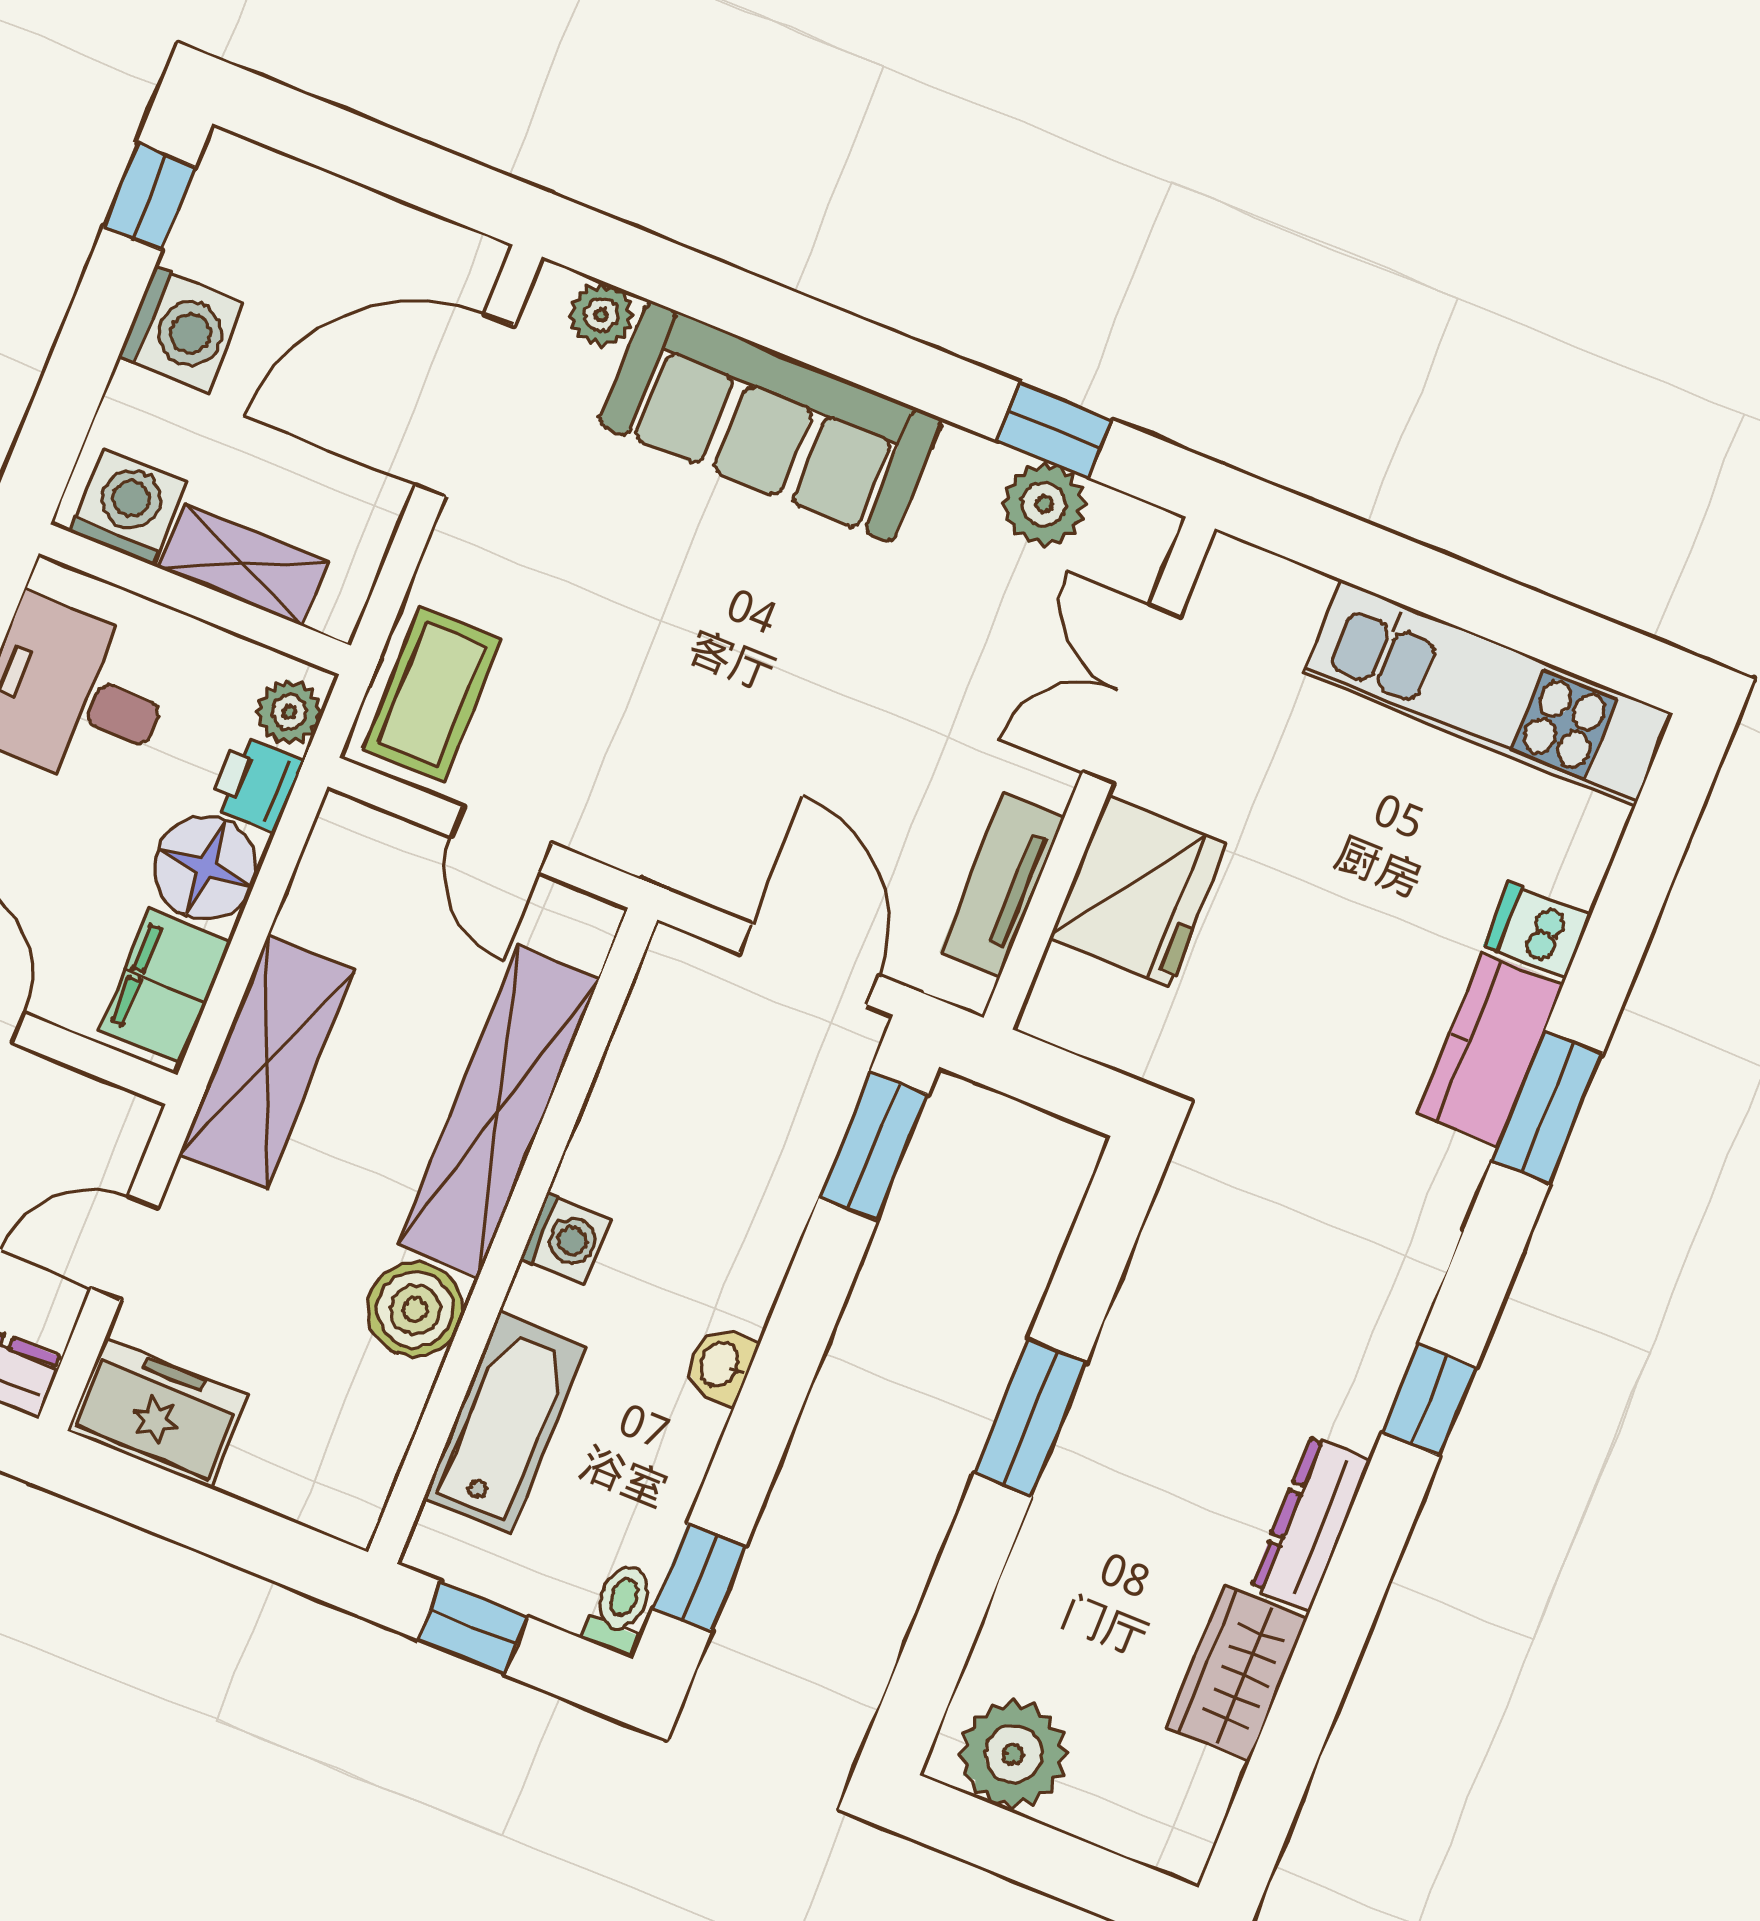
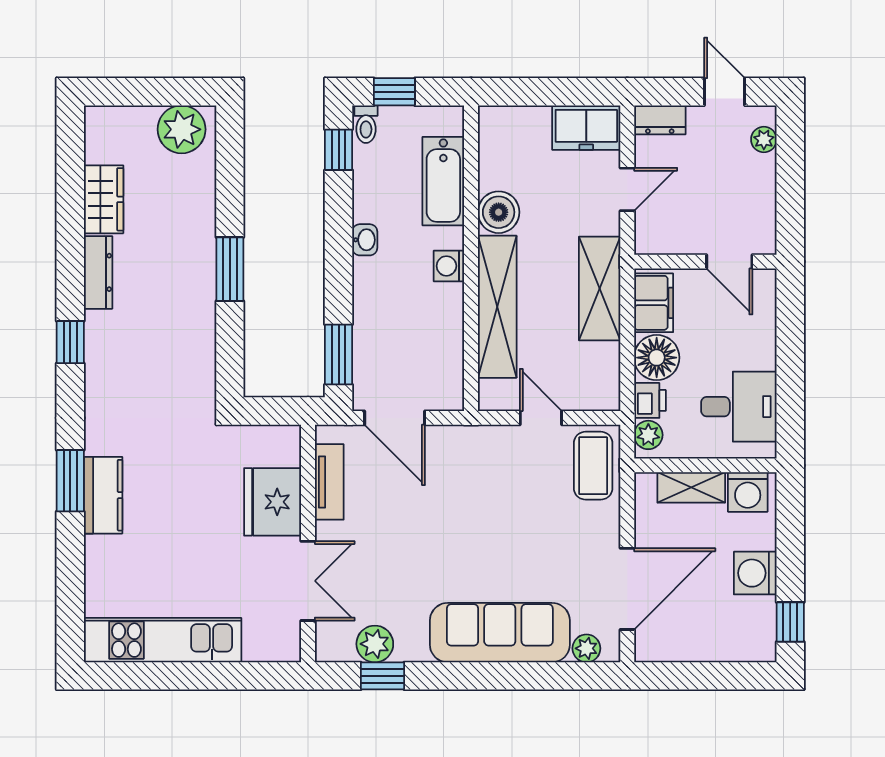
dishwasher: (1537, 931) -> (103, 551), removed
window: (473, 1628) -> (394, 92), moved

